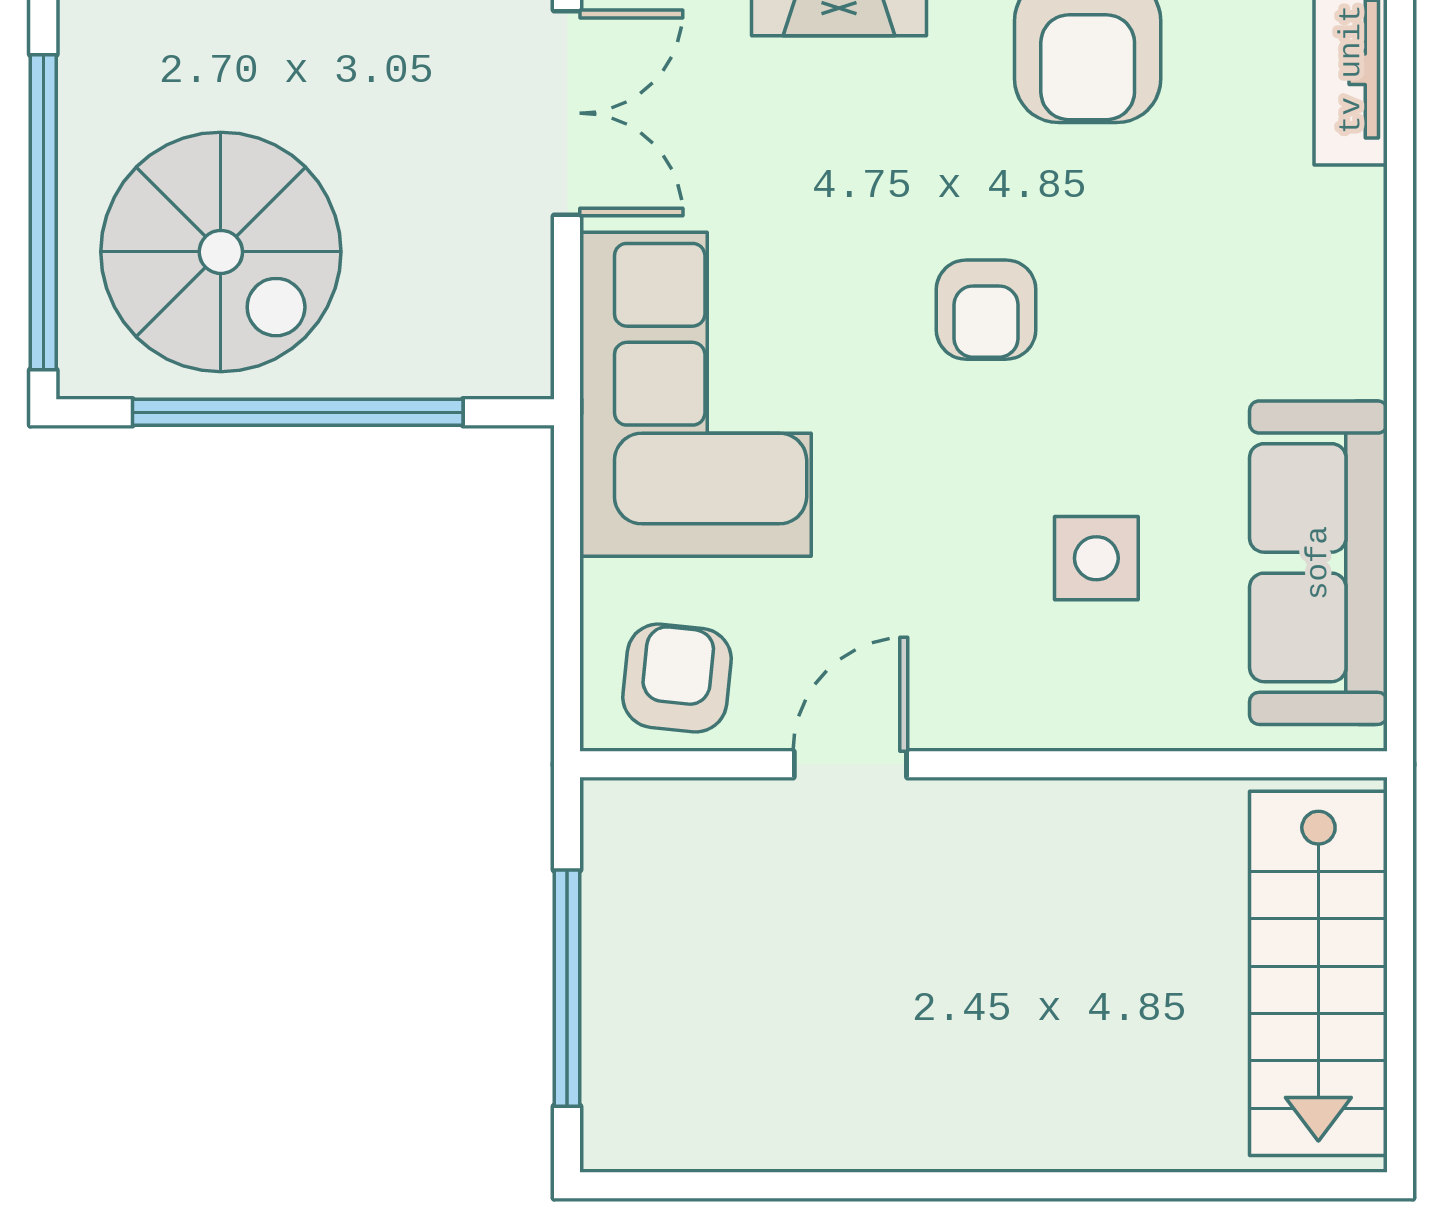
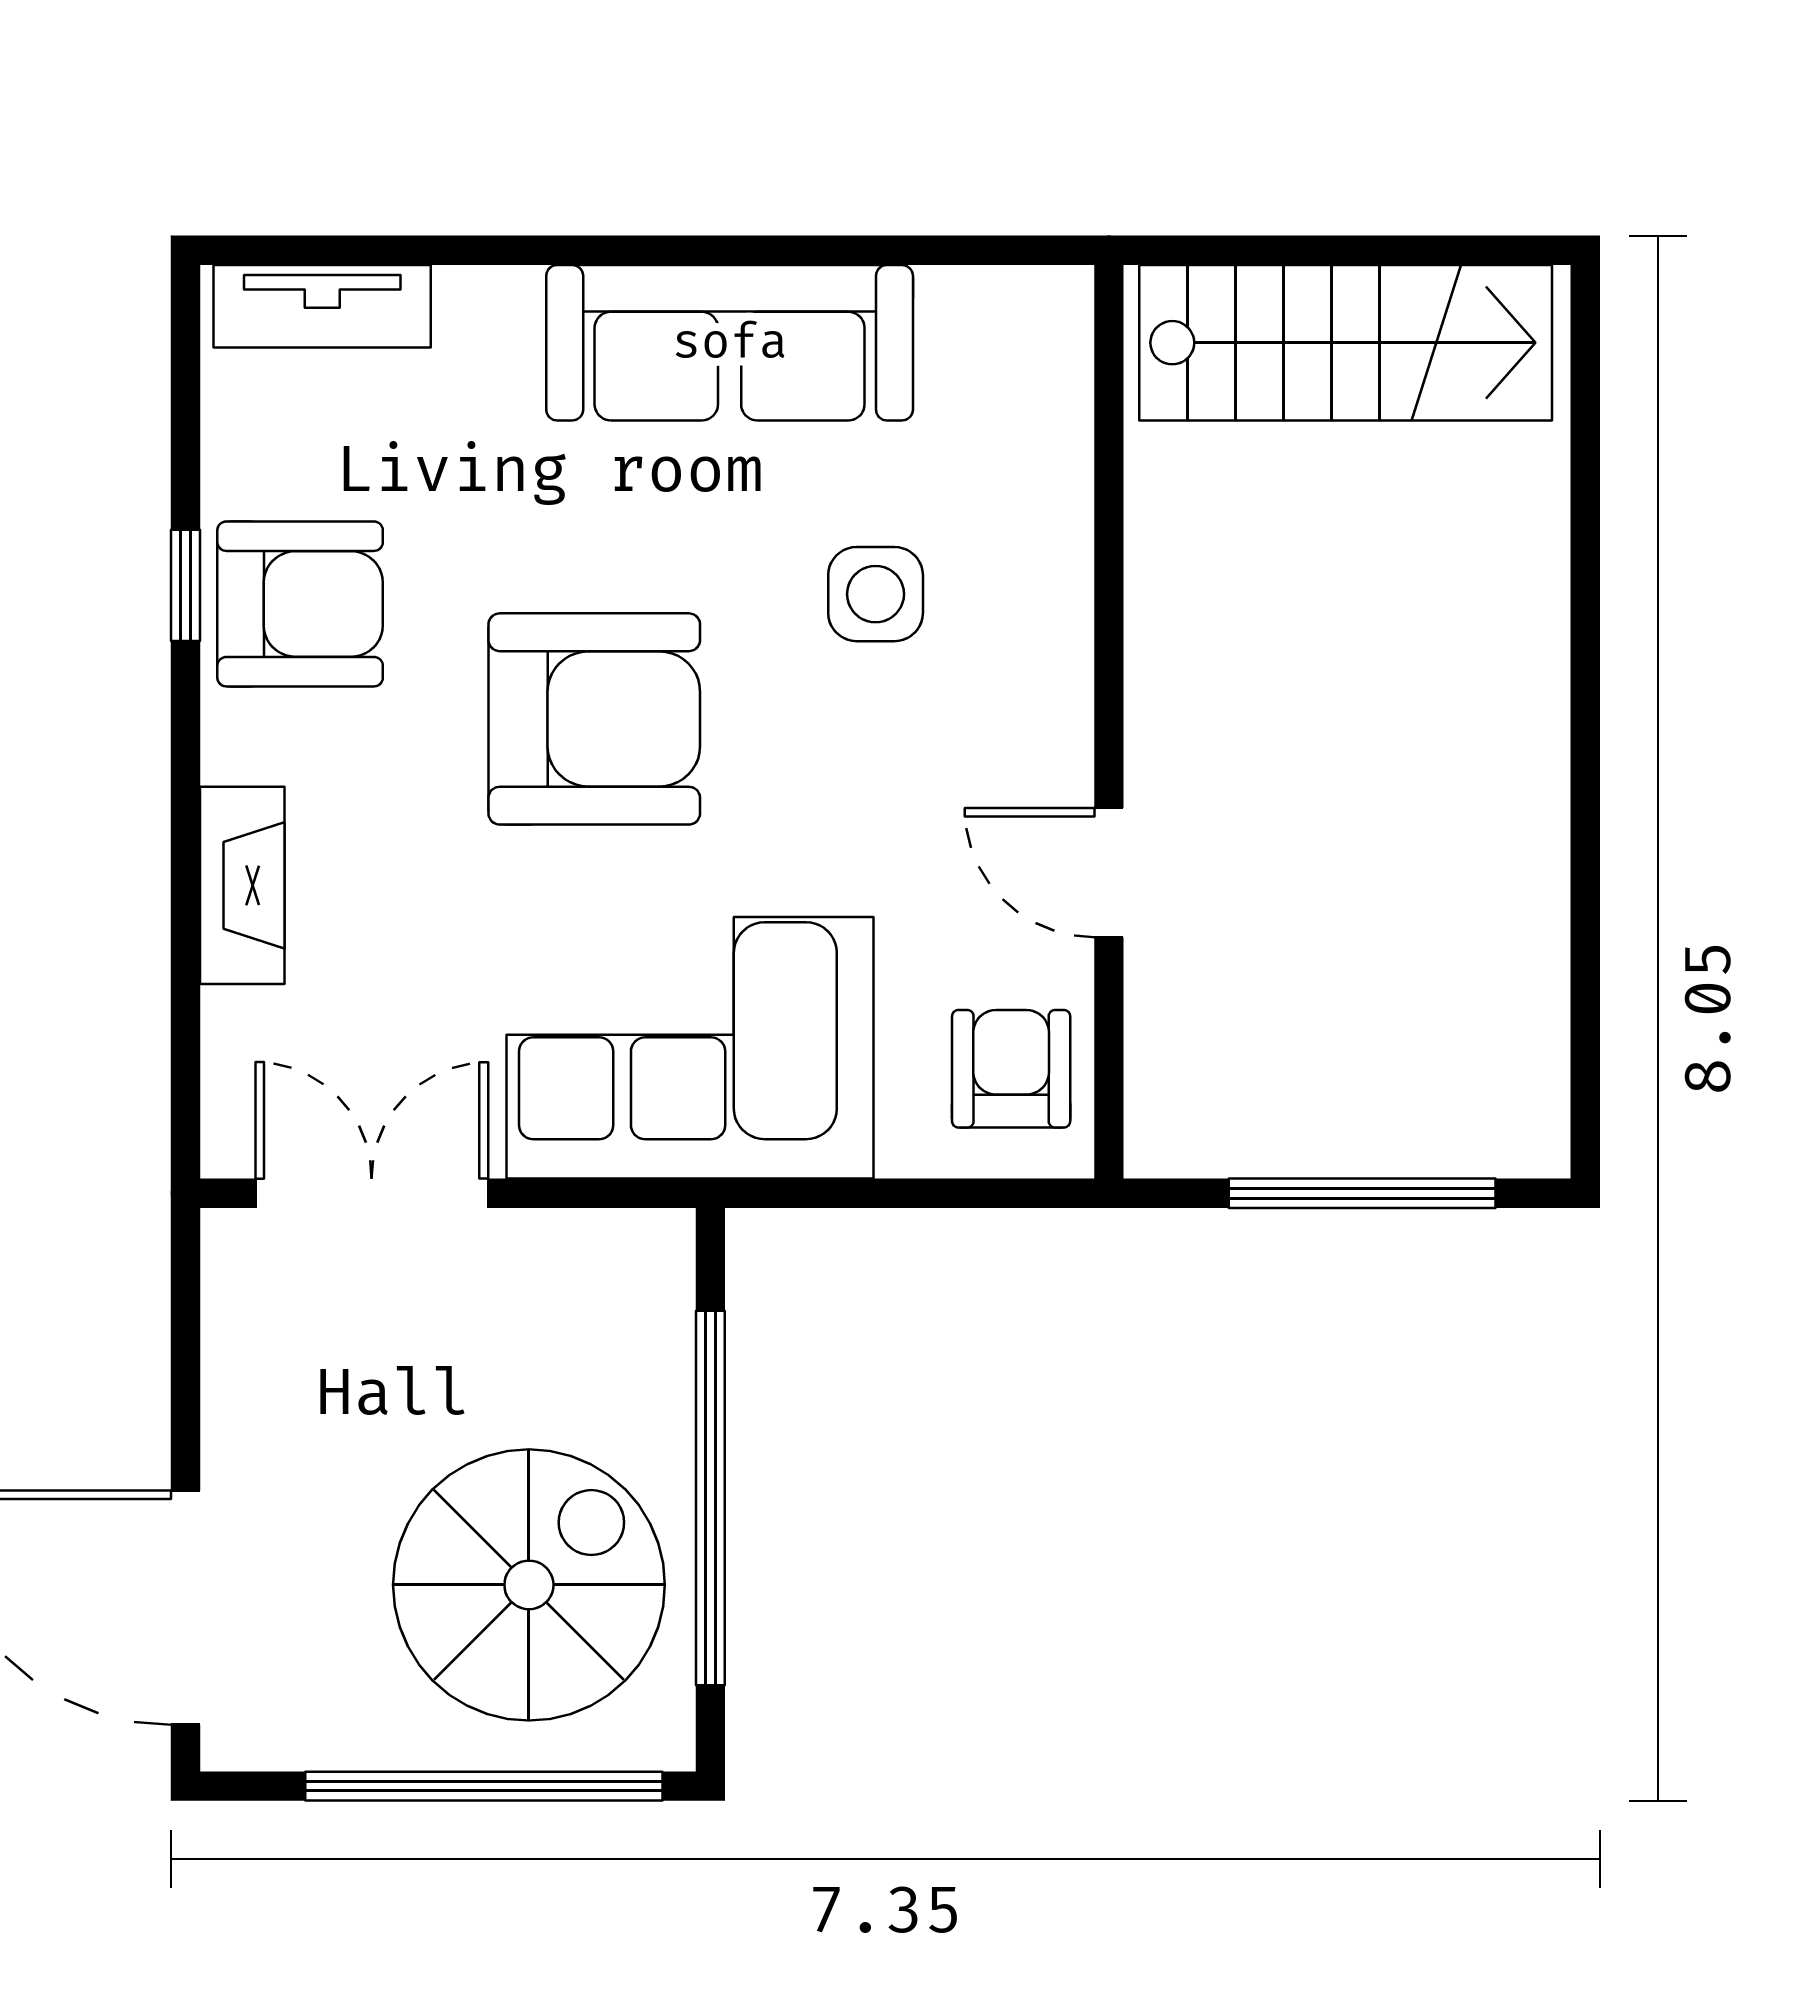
armchair: (986, 310) -> (594, 719), width x1.88, depth x1.88
sofa: (1318, 563) -> (730, 343), moved
armchair: (677, 678) -> (1011, 1069), turned 84

